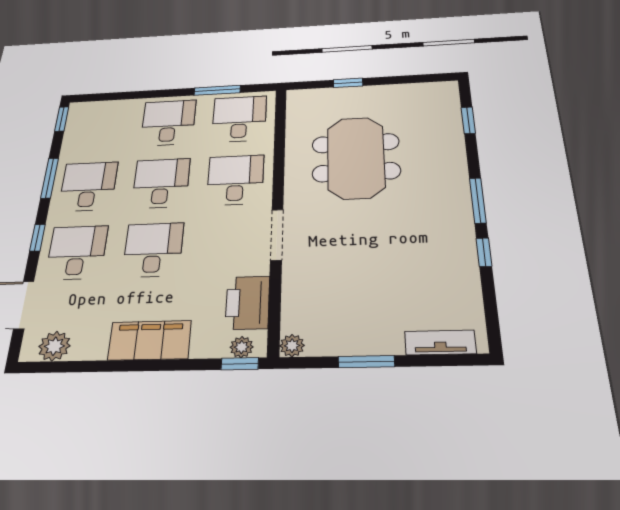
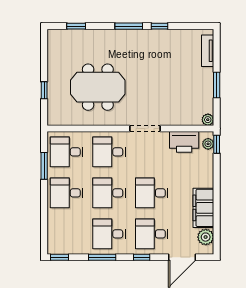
filing cabinet: (150, 340) -> (203, 208), moved

